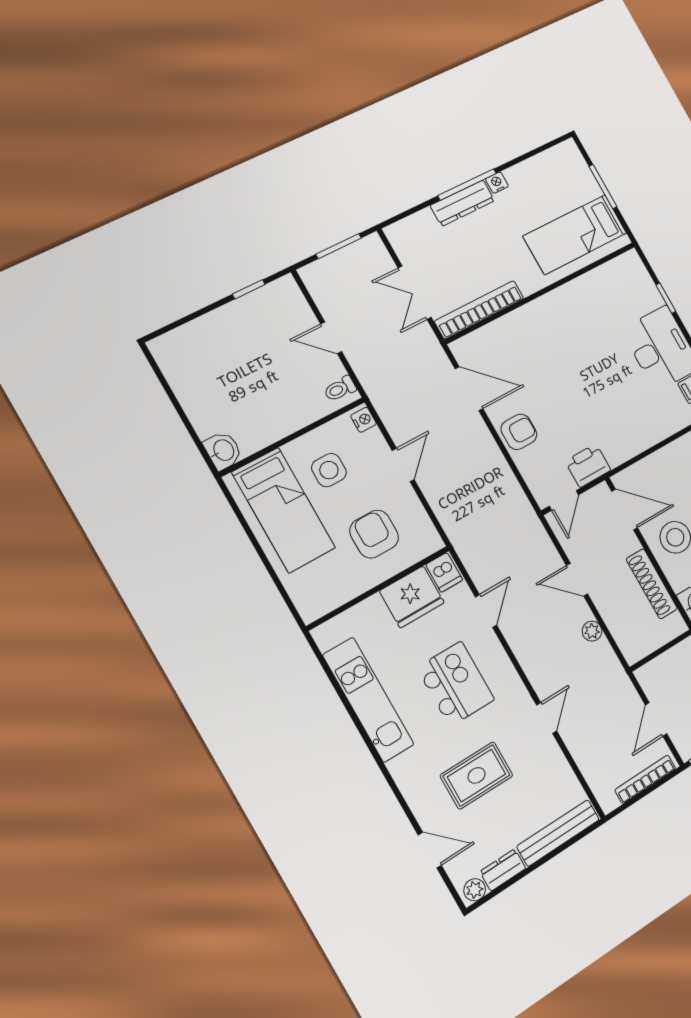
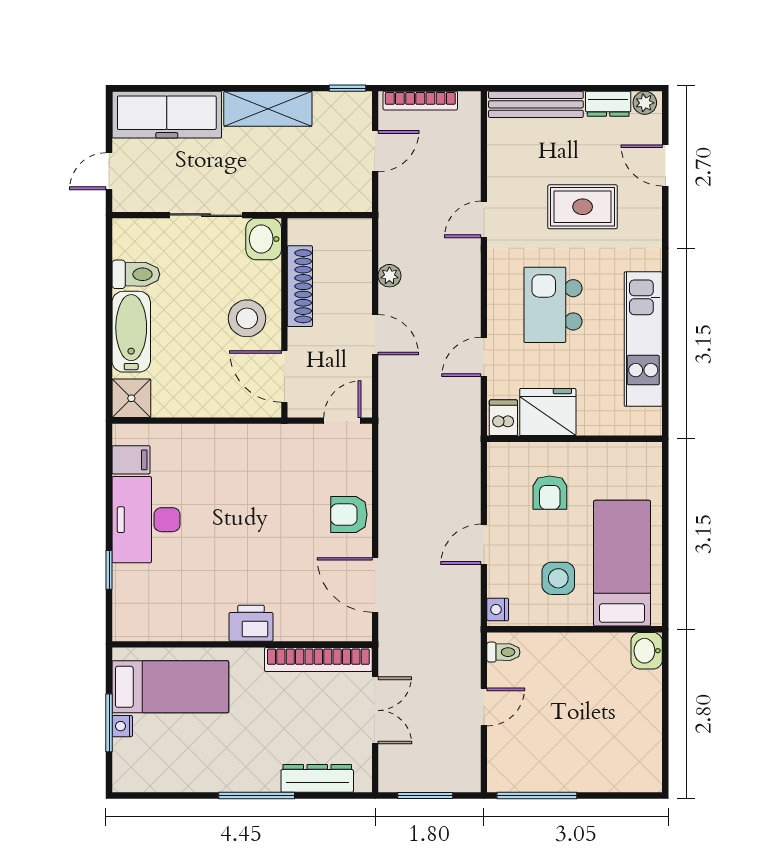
nightstand: (497, 183) -> (122, 726), moved, turned 90
dresser: (462, 203) -> (317, 778), moved
window: (249, 289) -> (537, 795), width x2.17
door: (331, 338) -> (484, 707), hinge flipped
printer: (588, 466) -> (251, 623), moved, turned 180
armchair: (374, 534) -> (550, 493), width x0.72, depth x0.72

